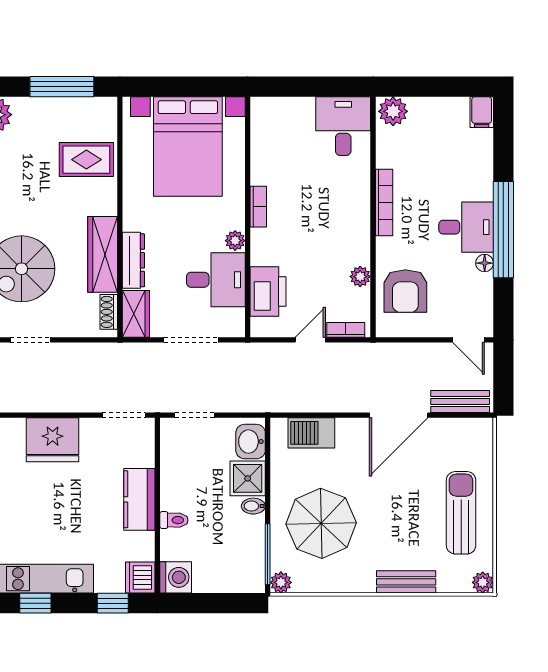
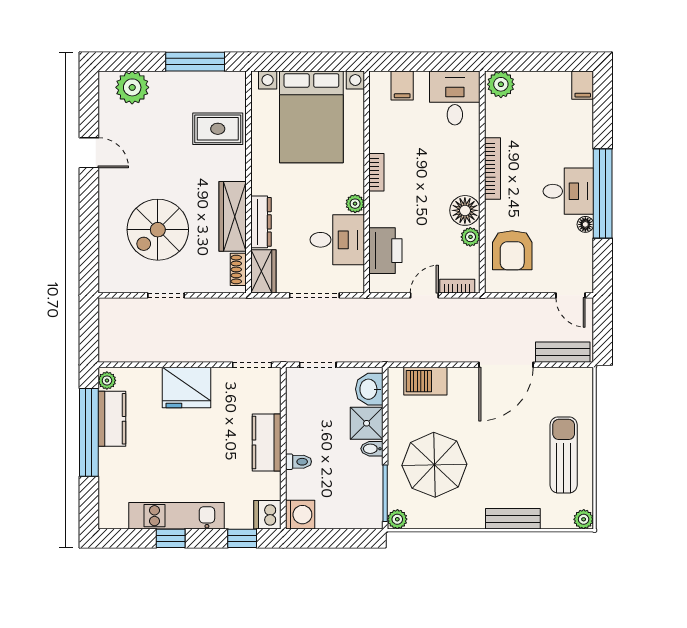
filing cabinet: (286, 113) -> (402, 85), added
floor lamp: (354, 248) -> (465, 210), added

